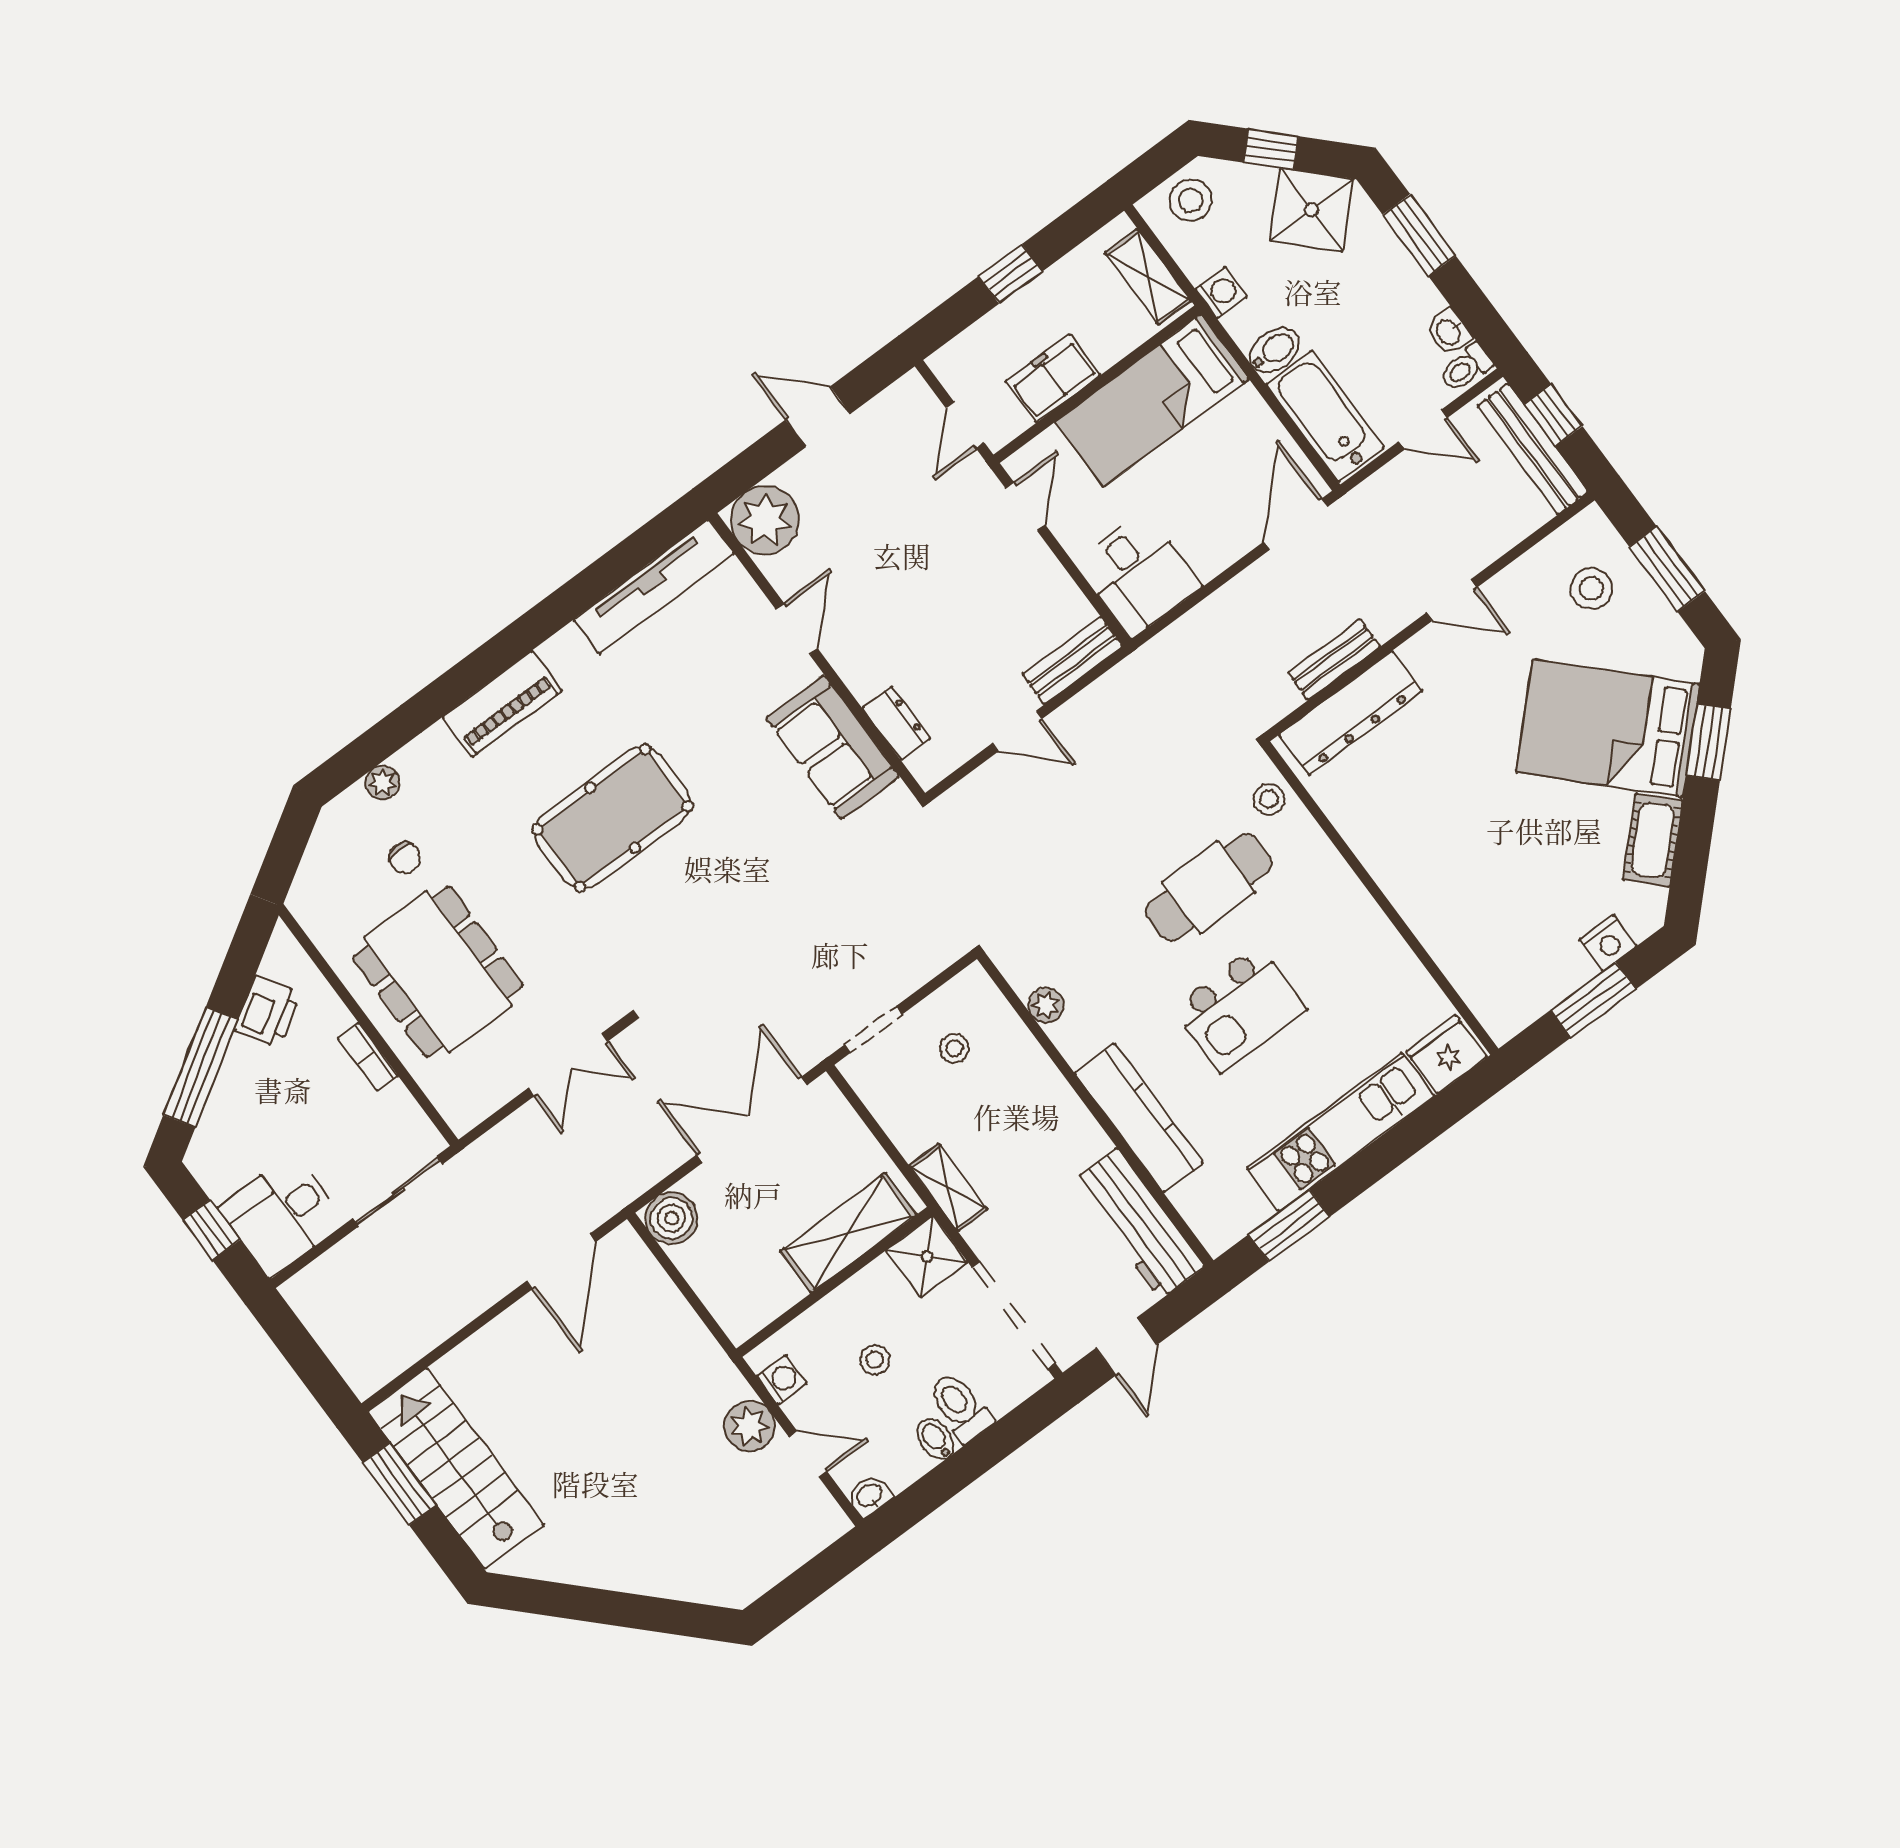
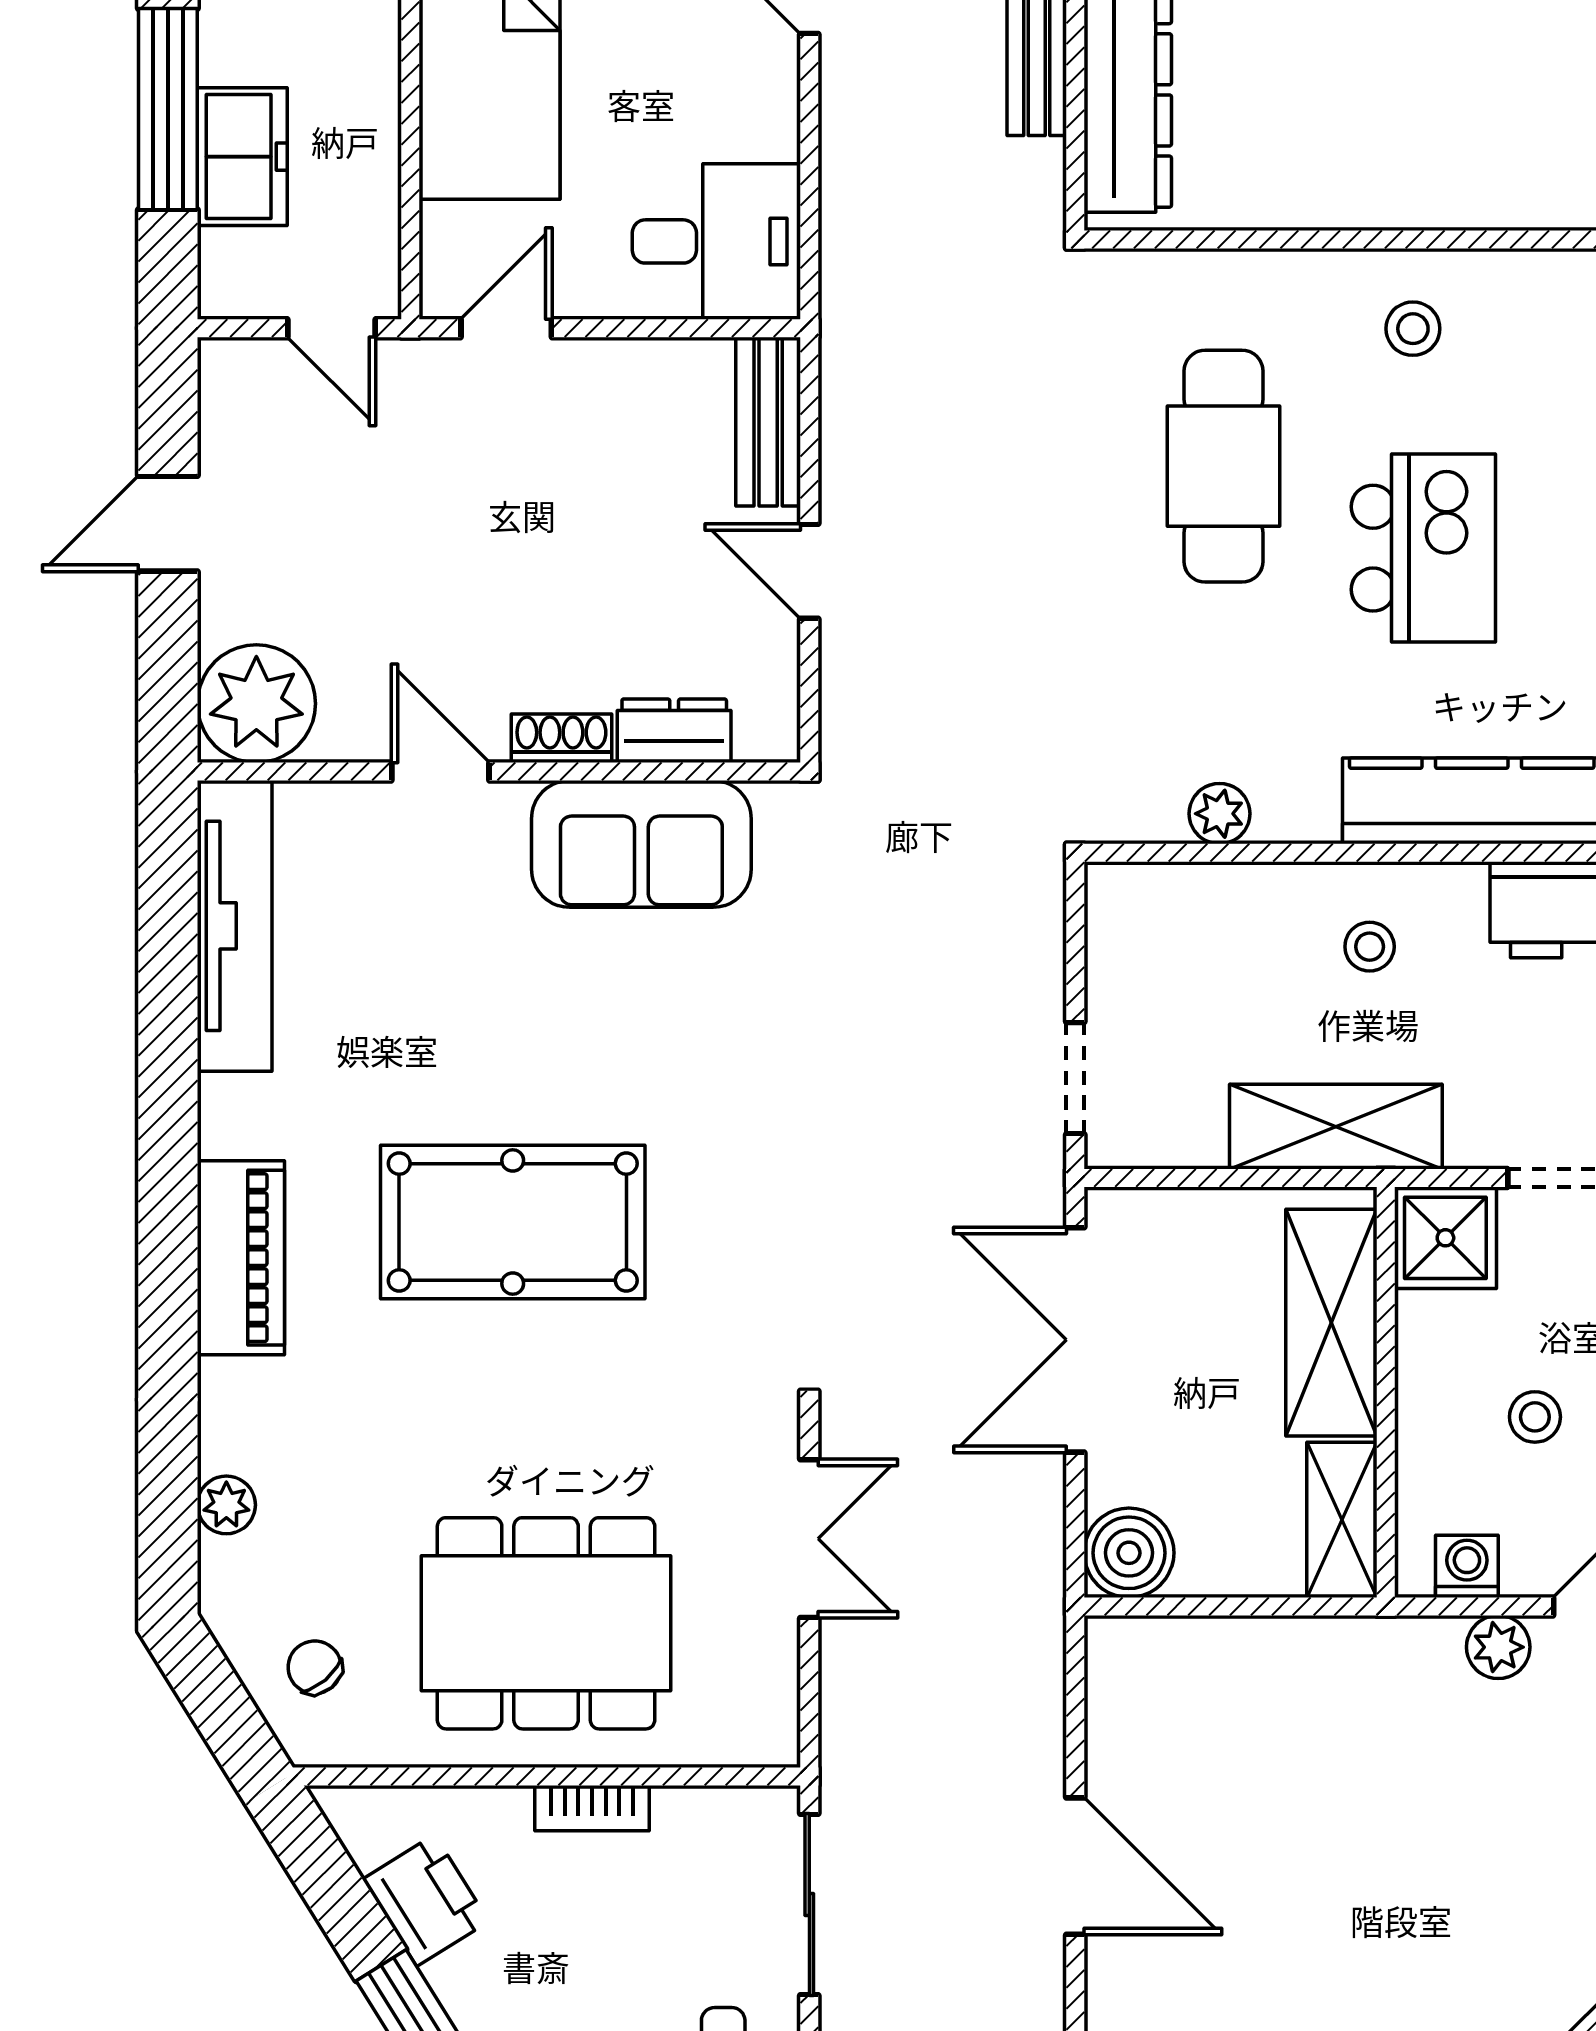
window: (1010, 274) -> (168, 109), width x2.17
freezer: (1053, 378) -> (242, 157), moved, turned 180
door: (1025, 507) -> (506, 328), hinge flipped
shoe rack: (854, 674) -> (561, 738), added
door: (1017, 731) -> (809, 571), swing flipped
stool: (1269, 799) -> (1413, 329), moved
pool table: (613, 818) -> (513, 1222), turned 90
chair: (405, 858) -> (315, 1667), moved, turned -130
stool: (954, 1048) -> (1370, 947), moved
shelving: (948, 1187) -> (1336, 1127), width x1.50, depth x1.33
door: (561, 1261) -> (1075, 1866), moved
shelving: (760, 1306) -> (1342, 1520), added
plant: (750, 1426) -> (1498, 1647), width x0.73, depth x0.73

